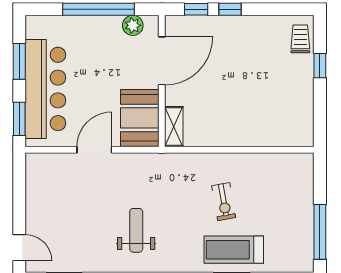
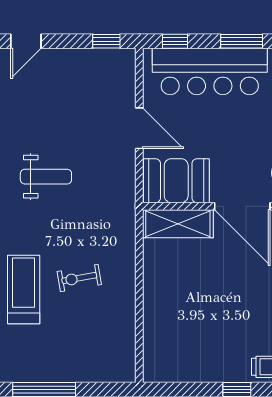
window: (19, 119) -> (175, 41), width x0.67
shelving: (174, 127) -> (178, 224), width x1.50, depth x1.33
window: (19, 178) -> (106, 41), added

